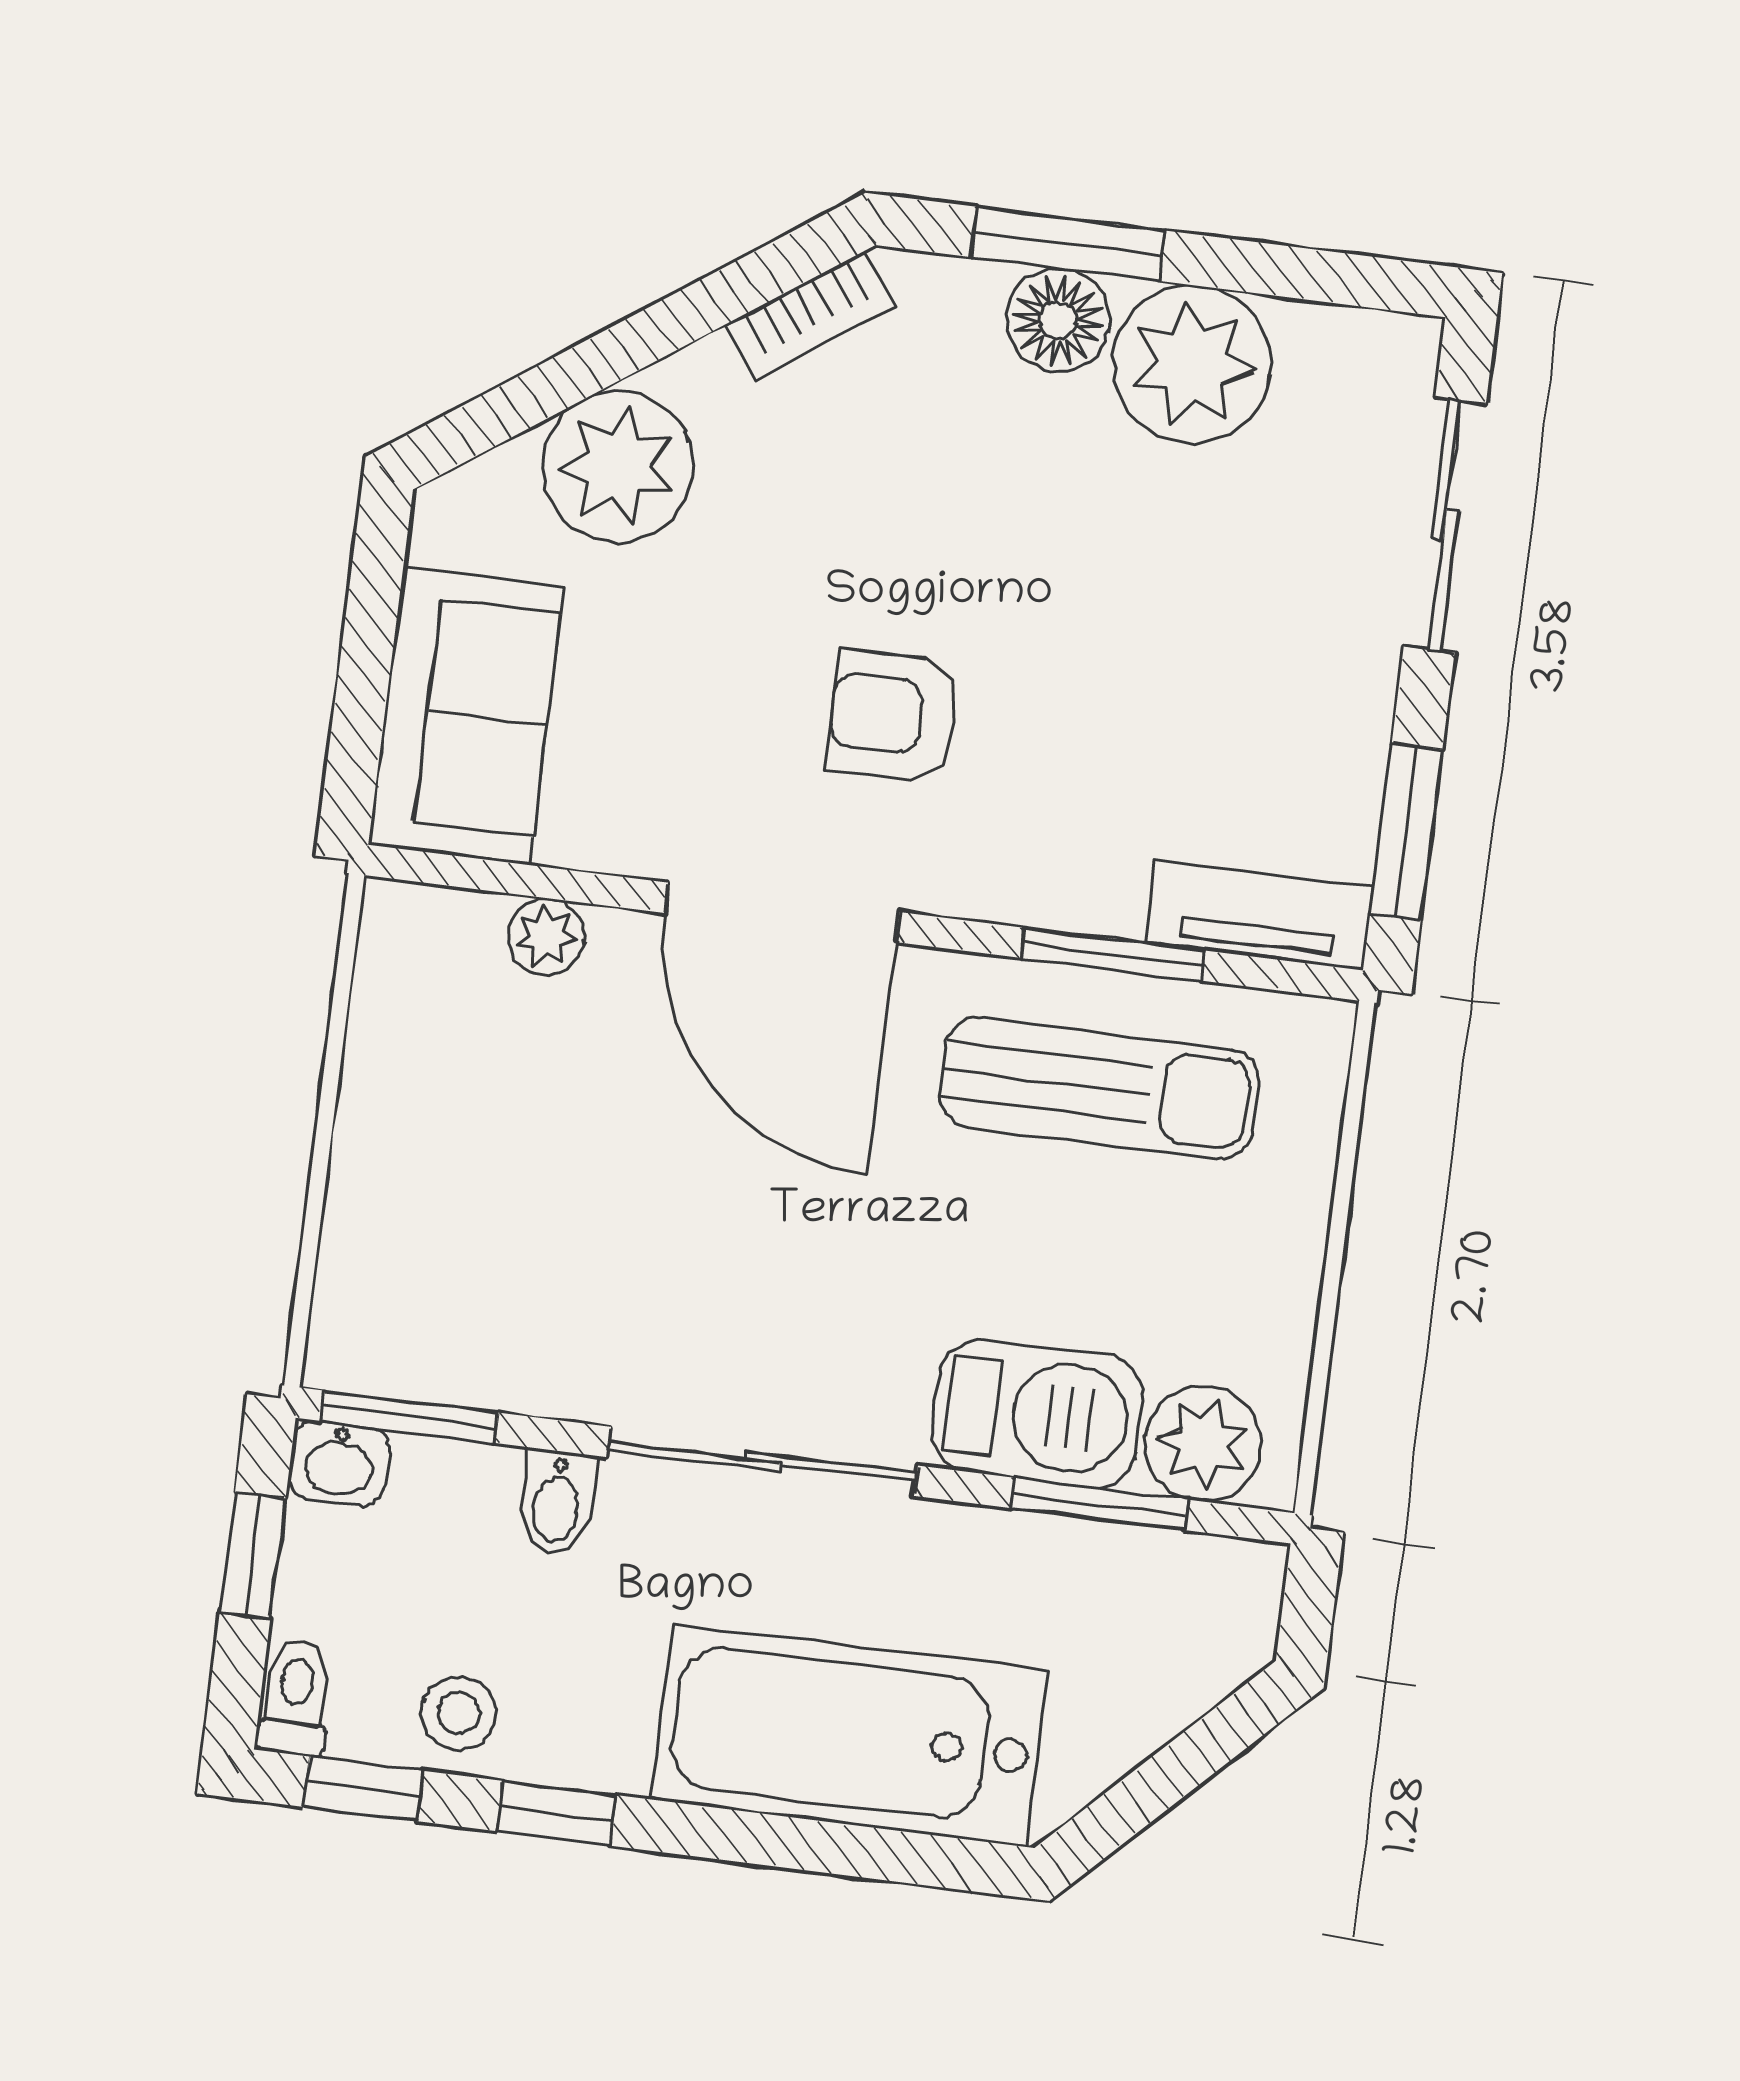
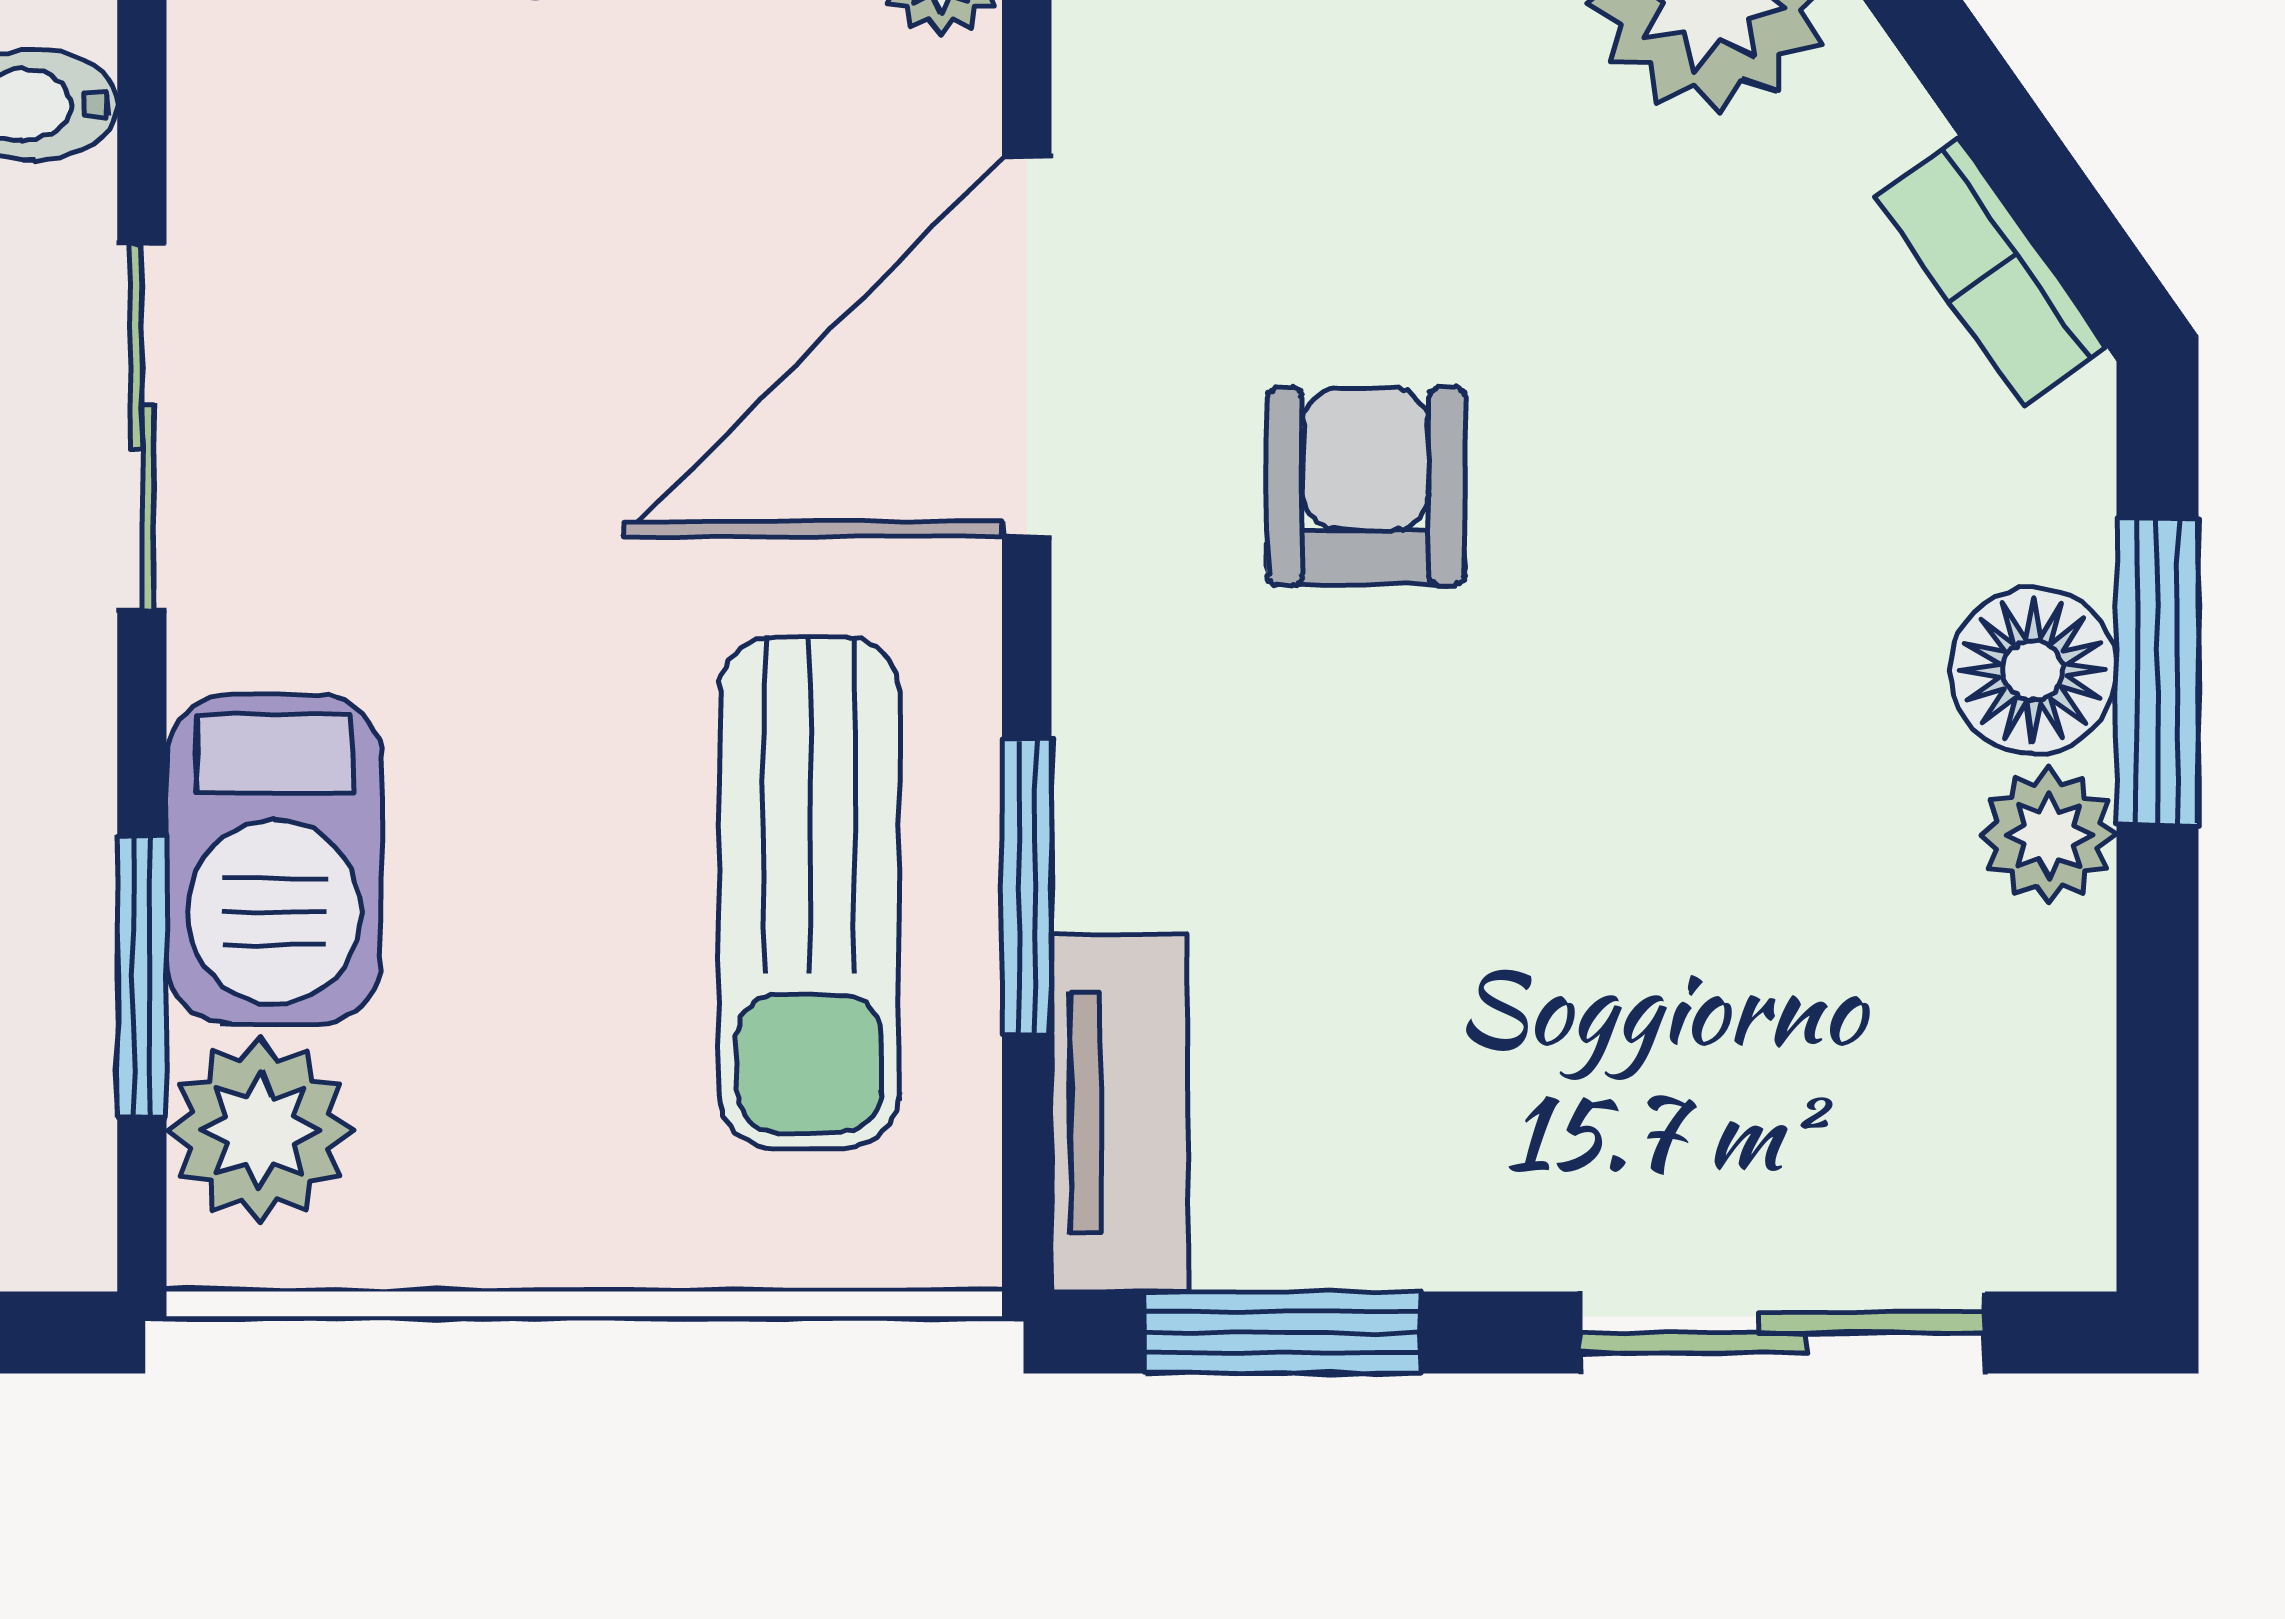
plant: (1192, 365) -> (2049, 835), width x0.53, depth x0.53
sliding door: (763, 1461) -> (142, 427), width x0.73

